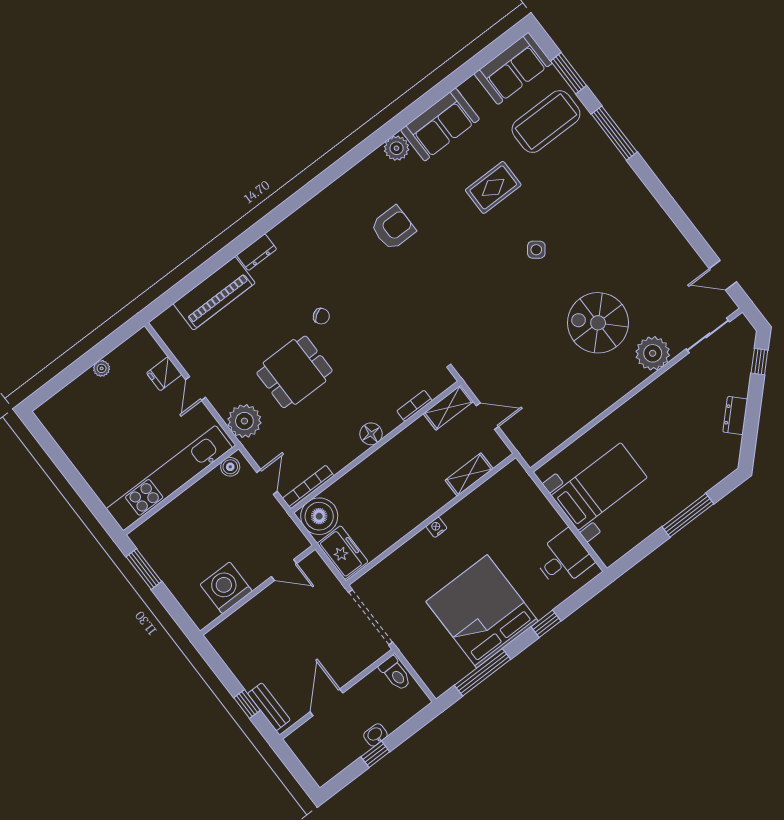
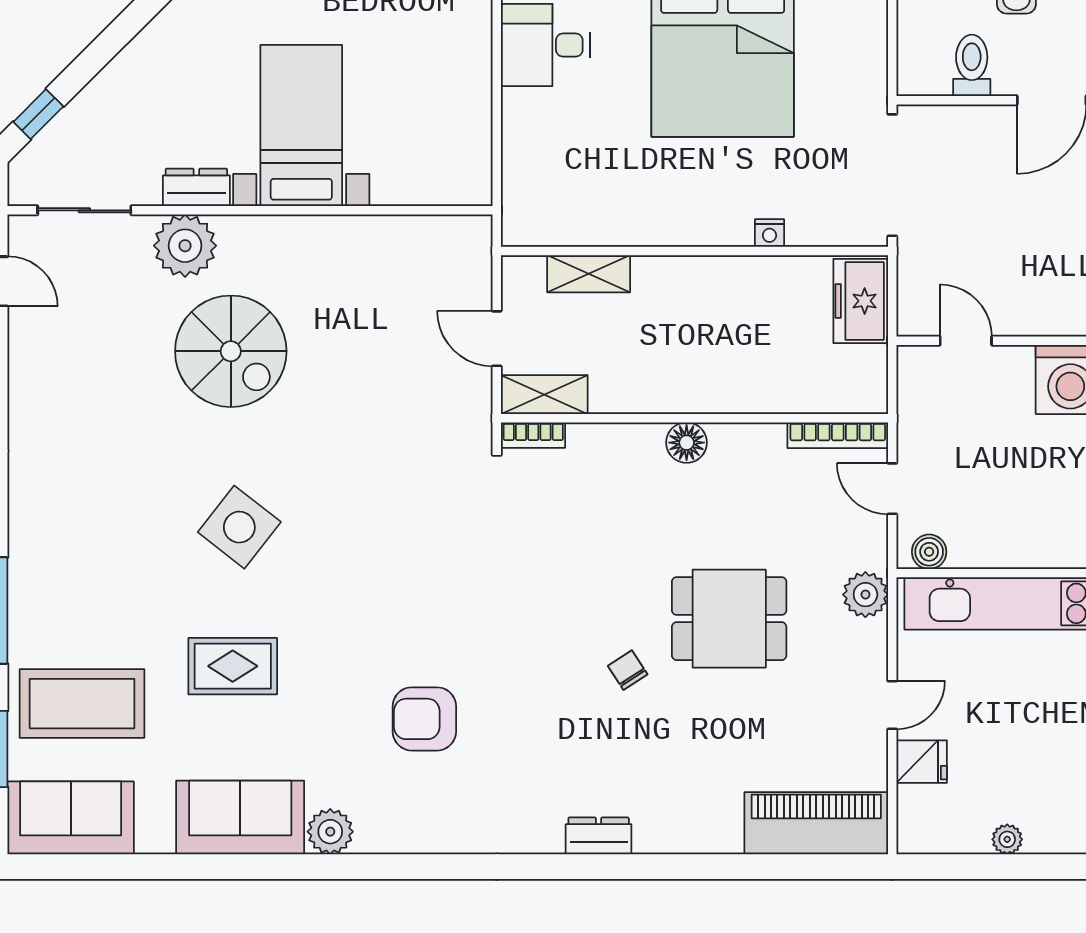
side table: (536, 250) -> (239, 527), width x1.87, depth x1.87
dresser: (257, 252) -> (599, 836), moved
piano: (214, 293) -> (816, 823), moved
bookcase: (414, 406) -> (533, 435), moved
dresser: (735, 415) -> (196, 187), moved, turned -135
plant: (244, 421) -> (865, 595), width x0.73, depth x0.73
door: (267, 482) -> (892, 489), hinge flipped
bed with nightstands: (599, 487) -> (301, 126), moved, turned 90
boiler: (319, 516) -> (854, 380), removed
nightstand: (436, 527) -> (769, 233), moved
toilet: (395, 674) -> (972, 65), moved

